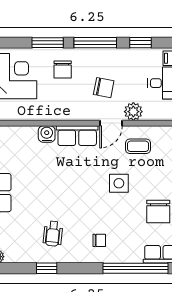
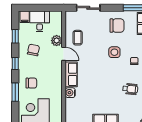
window: (95, 43) -> (15, 63), width x0.46
chair: (104, 88) -> (33, 50), moved
side table: (119, 183) -> (114, 52), moved

